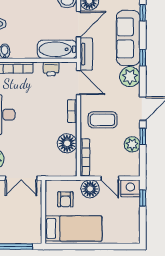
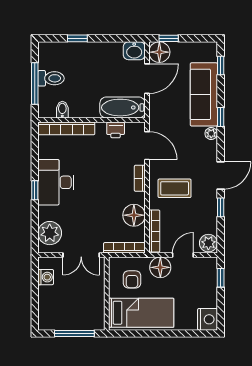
tv unit: (86, 54) -> (156, 113), removed
plant: (130, 77) -> (211, 133), width x0.53, depth x0.53
plant: (132, 144) -> (208, 243), moved
bookcase: (59, 172) -> (124, 248), added
door: (110, 178) -> (183, 255), swing flipped
nightstand: (130, 188) -> (208, 319), moved, turned 90

